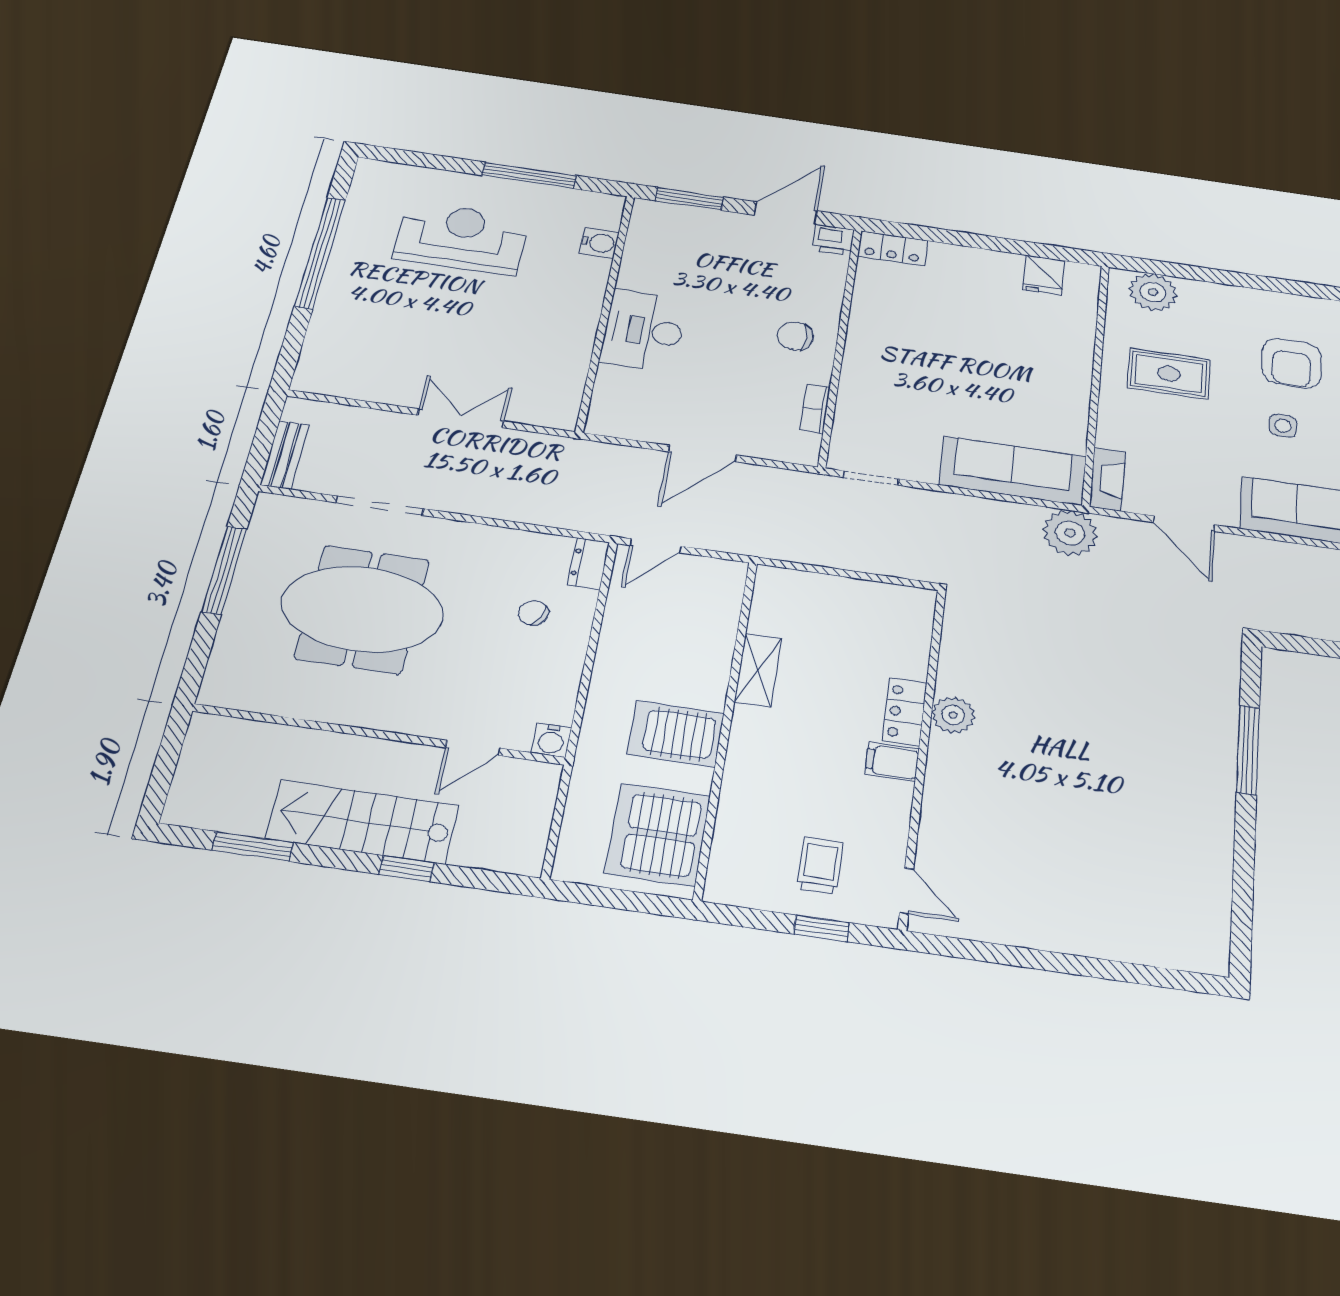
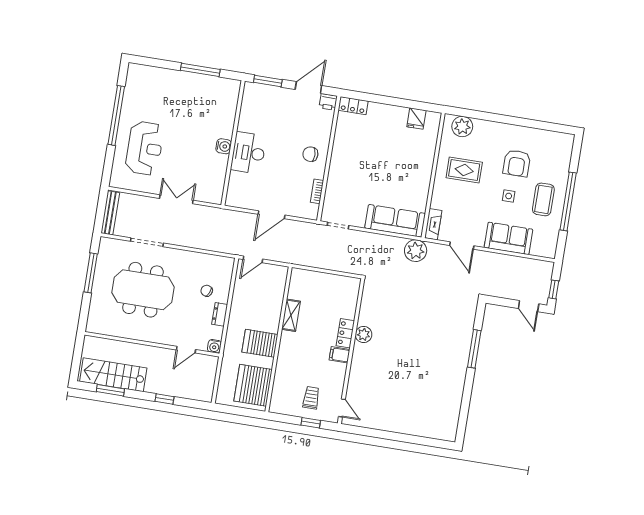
reception desk: (461, 238) -> (145, 148), moved, turned 90
water cooler: (599, 243) -> (224, 146), moved
bench: (285, 455) -> (110, 213), width x1.36
dresser: (589, 564) -> (220, 314), moved
stairs: (363, 822) -> (113, 375), moved

